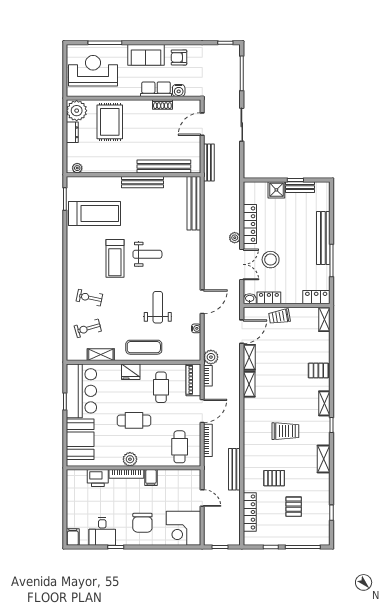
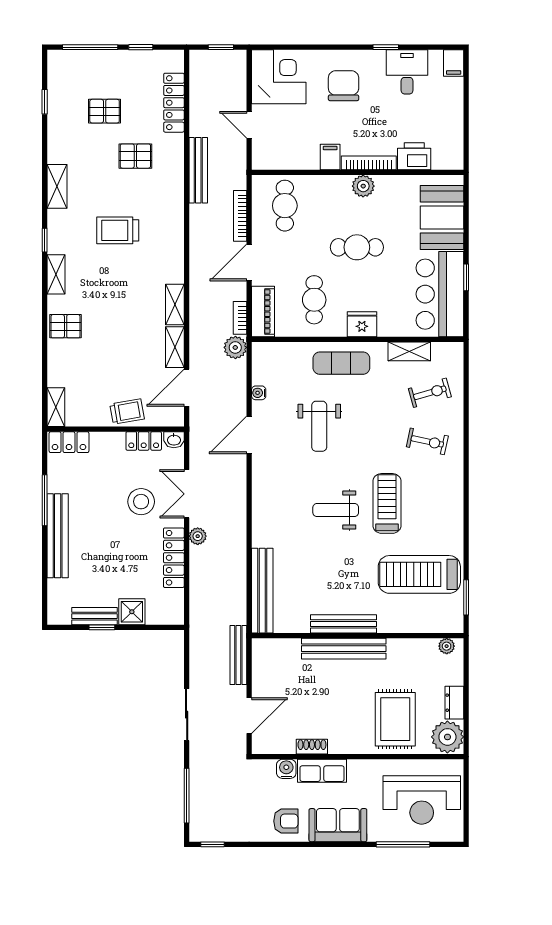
bench: (164, 167) -> (344, 649), moved
pallet: (294, 507) -> (105, 111), turned 90

